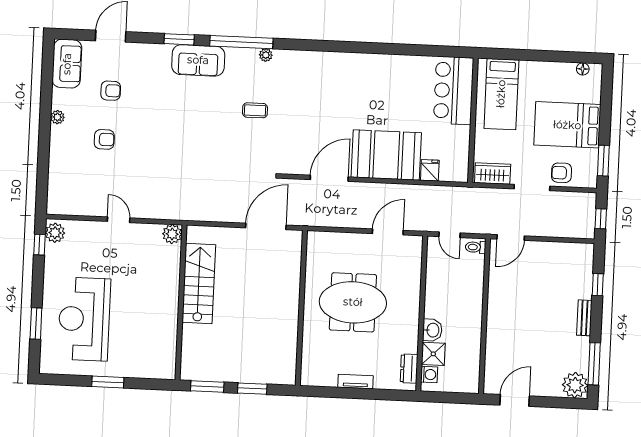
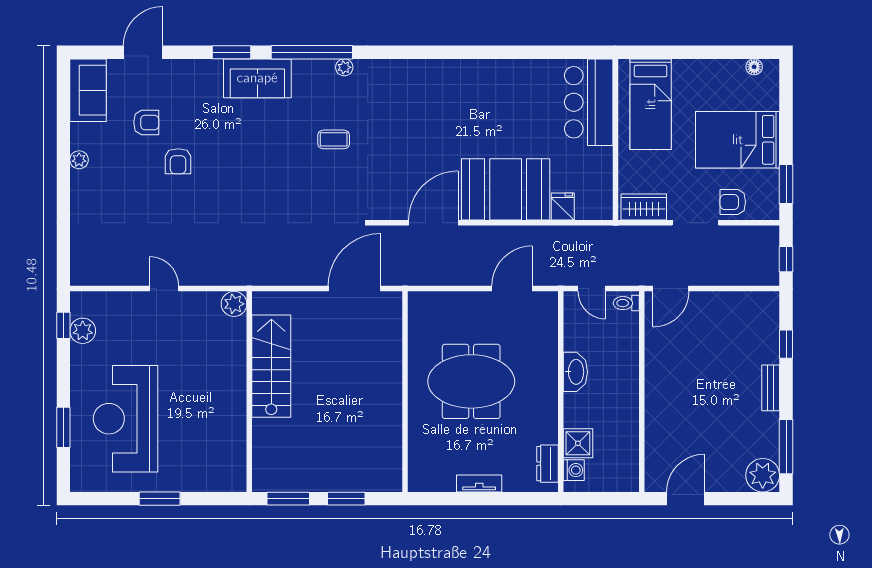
armchair: (104, 139) -> (178, 161), moved, turned 90
plant: (55, 233) -> (83, 331), moved
washbasin: (432, 330) -> (575, 372), moved, width x1.38

